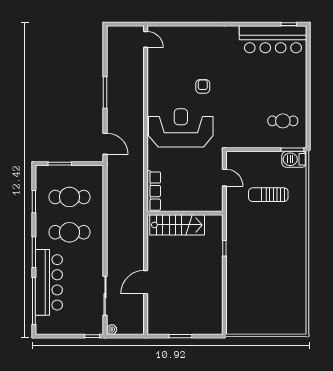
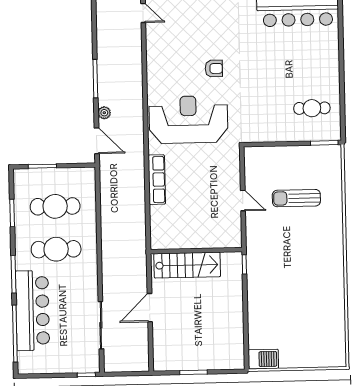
armchair: (203, 86) -> (214, 68), turned 90
barbecue: (294, 159) -> (263, 359), moved, turned 180
door: (224, 178) -> (243, 201), moved
row of seats: (154, 191) -> (157, 180), moved
wall: (185, 213) -> (196, 251), moved
stairs: (177, 225) -> (187, 265), moved
plant: (112, 329) -> (104, 113), moved

